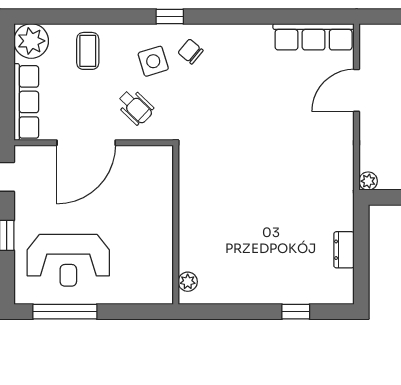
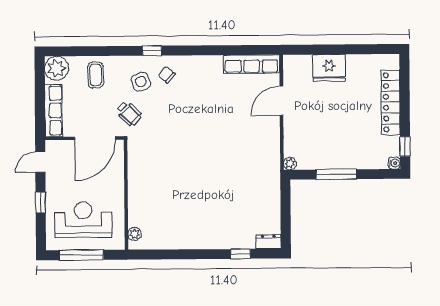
wall: (176, 225) -> (126, 195), moved
dresser: (344, 250) -> (268, 242), moved, turned 90
reception desk: (68, 260) -> (83, 220), turned 180
plant: (188, 282) -> (135, 234), moved

